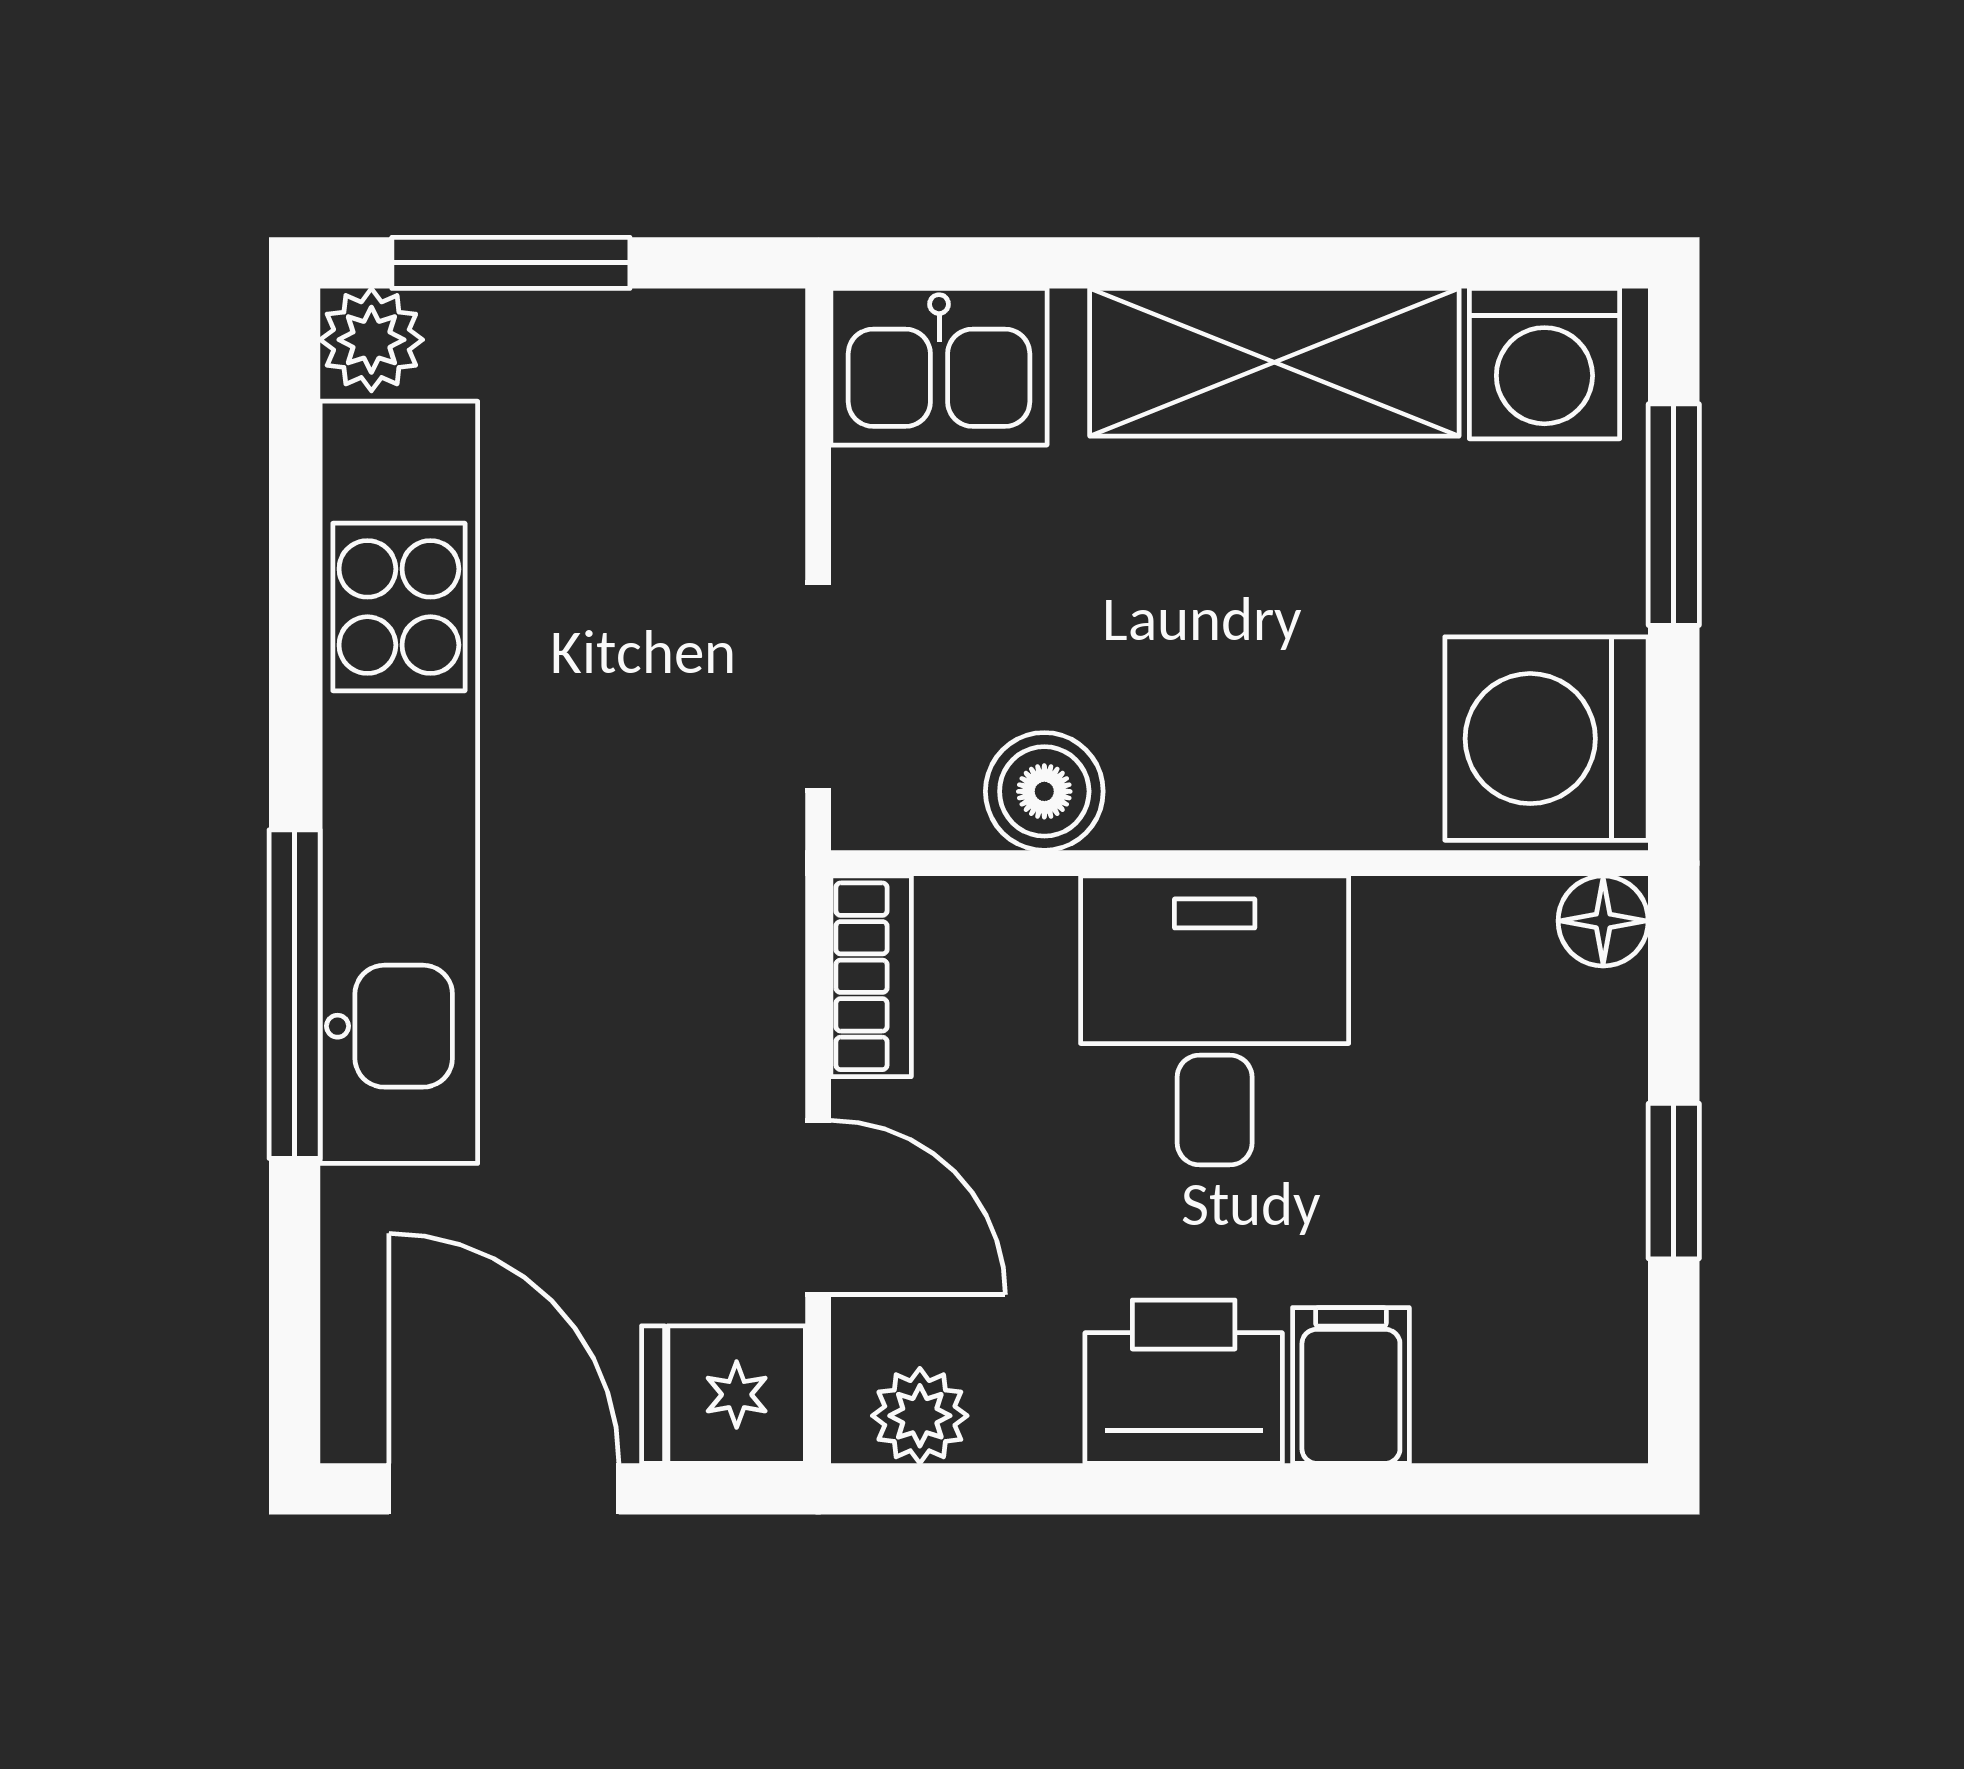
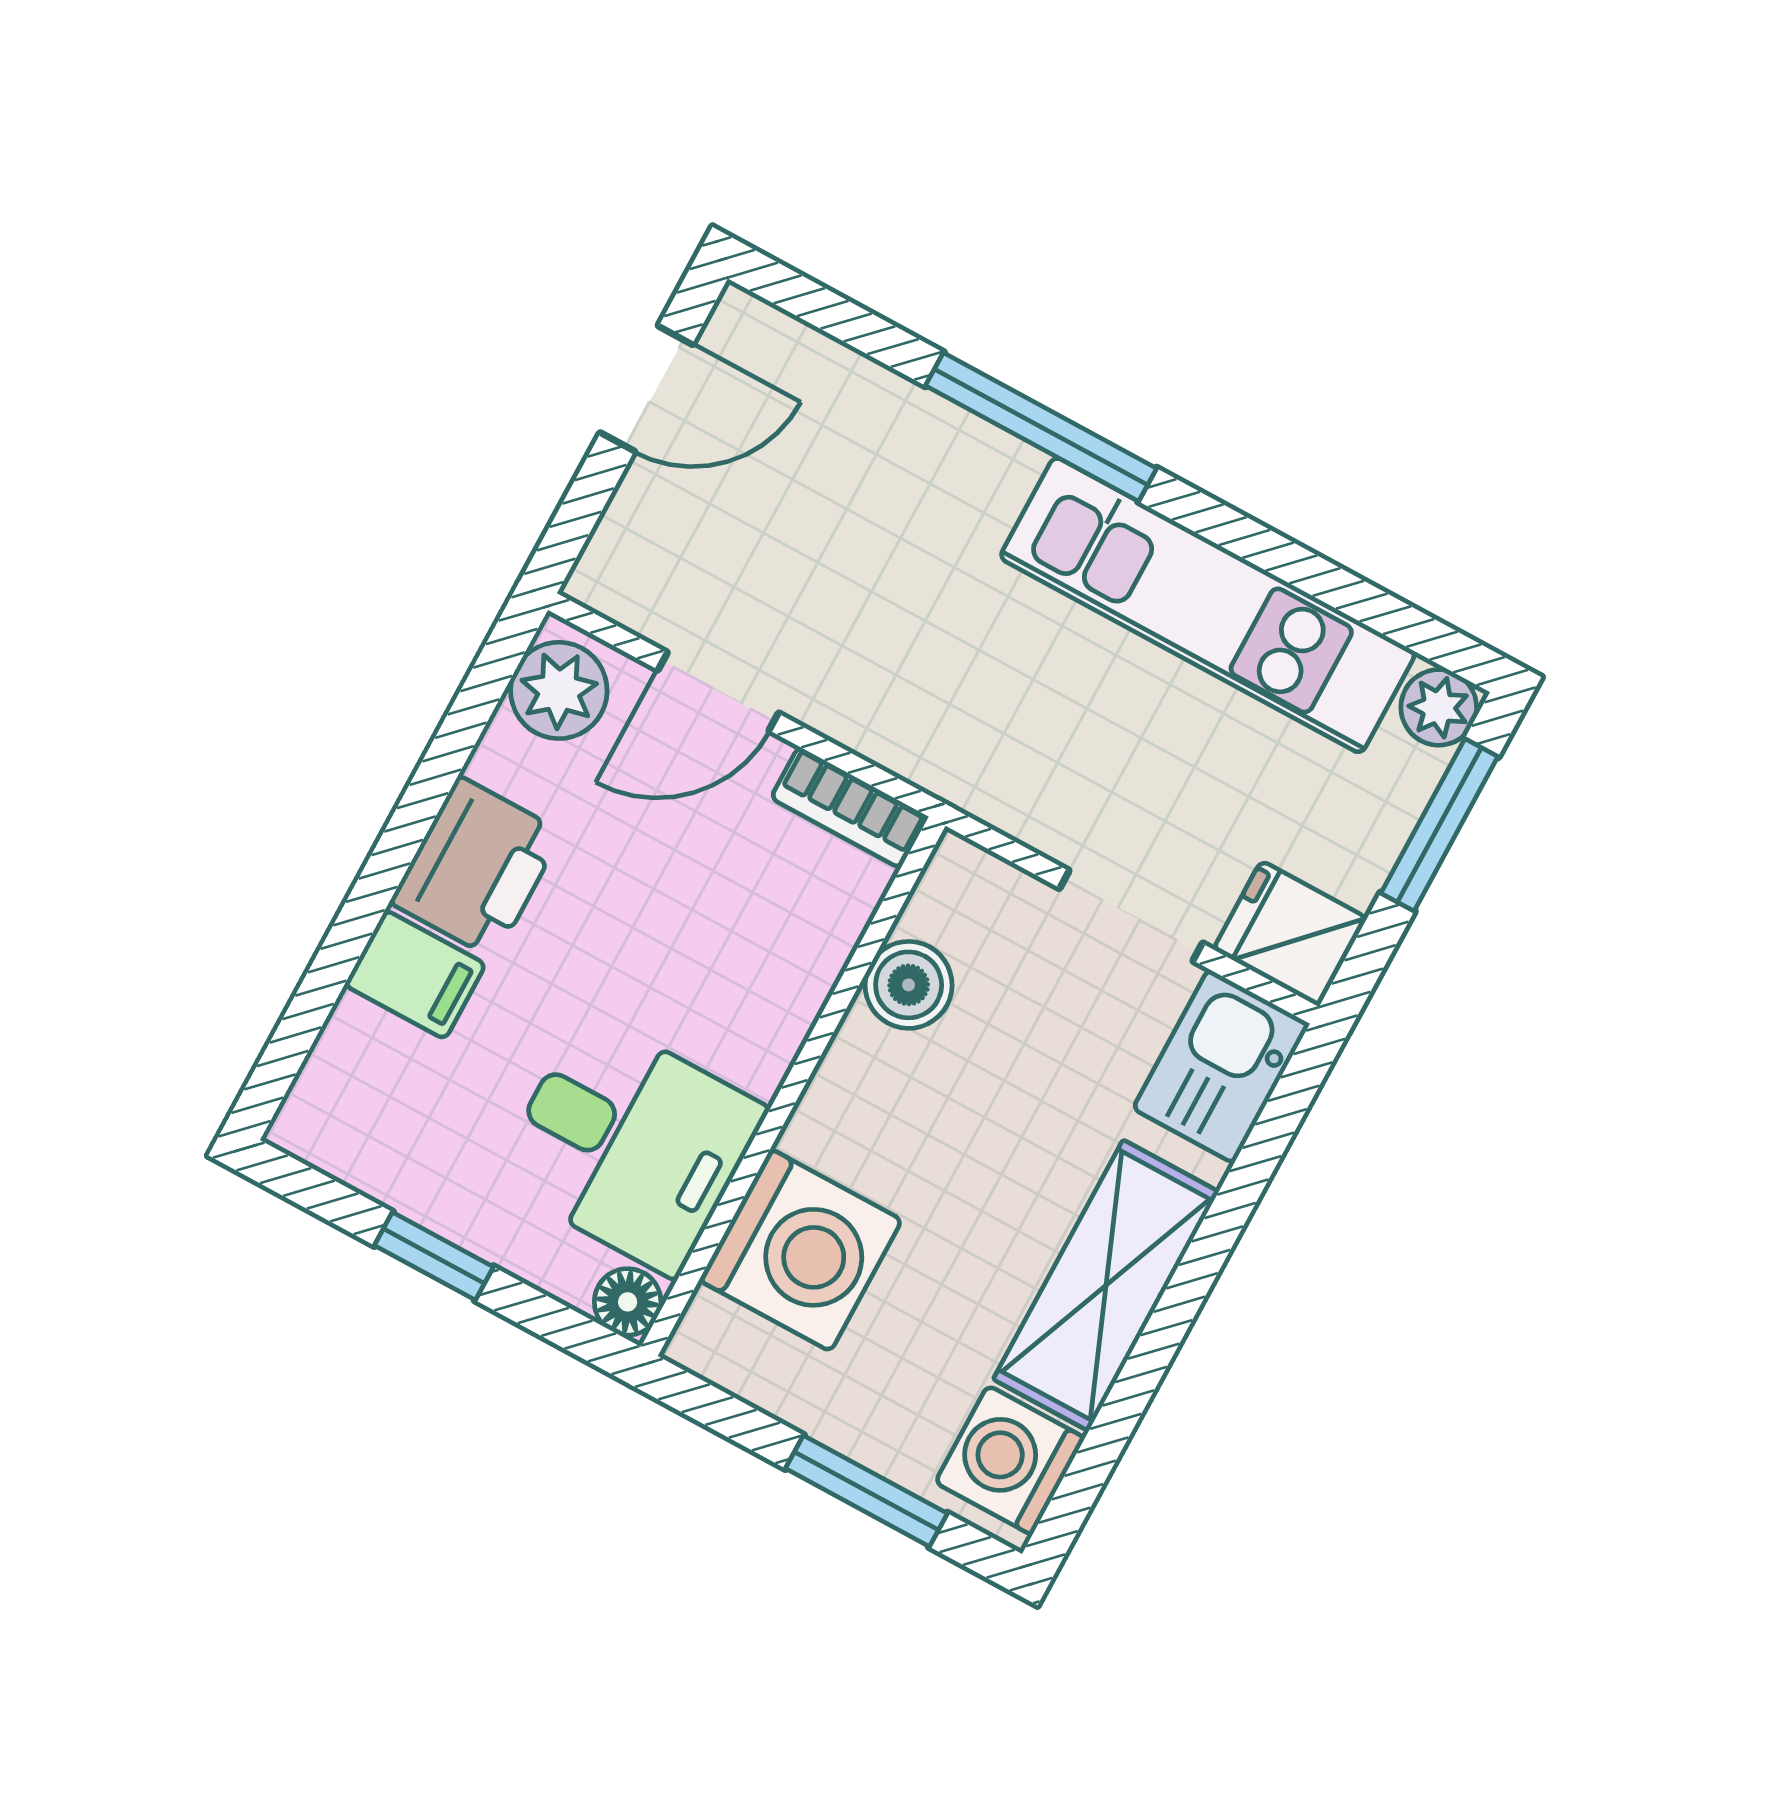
doorway: (818, 686) -> (1131, 916), moved
washing machine: (1546, 739) -> (801, 1250), moved, turned 90
kitchen unit: (399, 782) -> (1208, 605), width x0.73
desk: (1215, 1020) -> (630, 1144), moved
fridge: (724, 1395) -> (1290, 934), moved, turned -90
plant: (920, 1416) -> (559, 690), width x1.38, depth x1.38
door: (504, 1489) -> (646, 389), width x0.73

